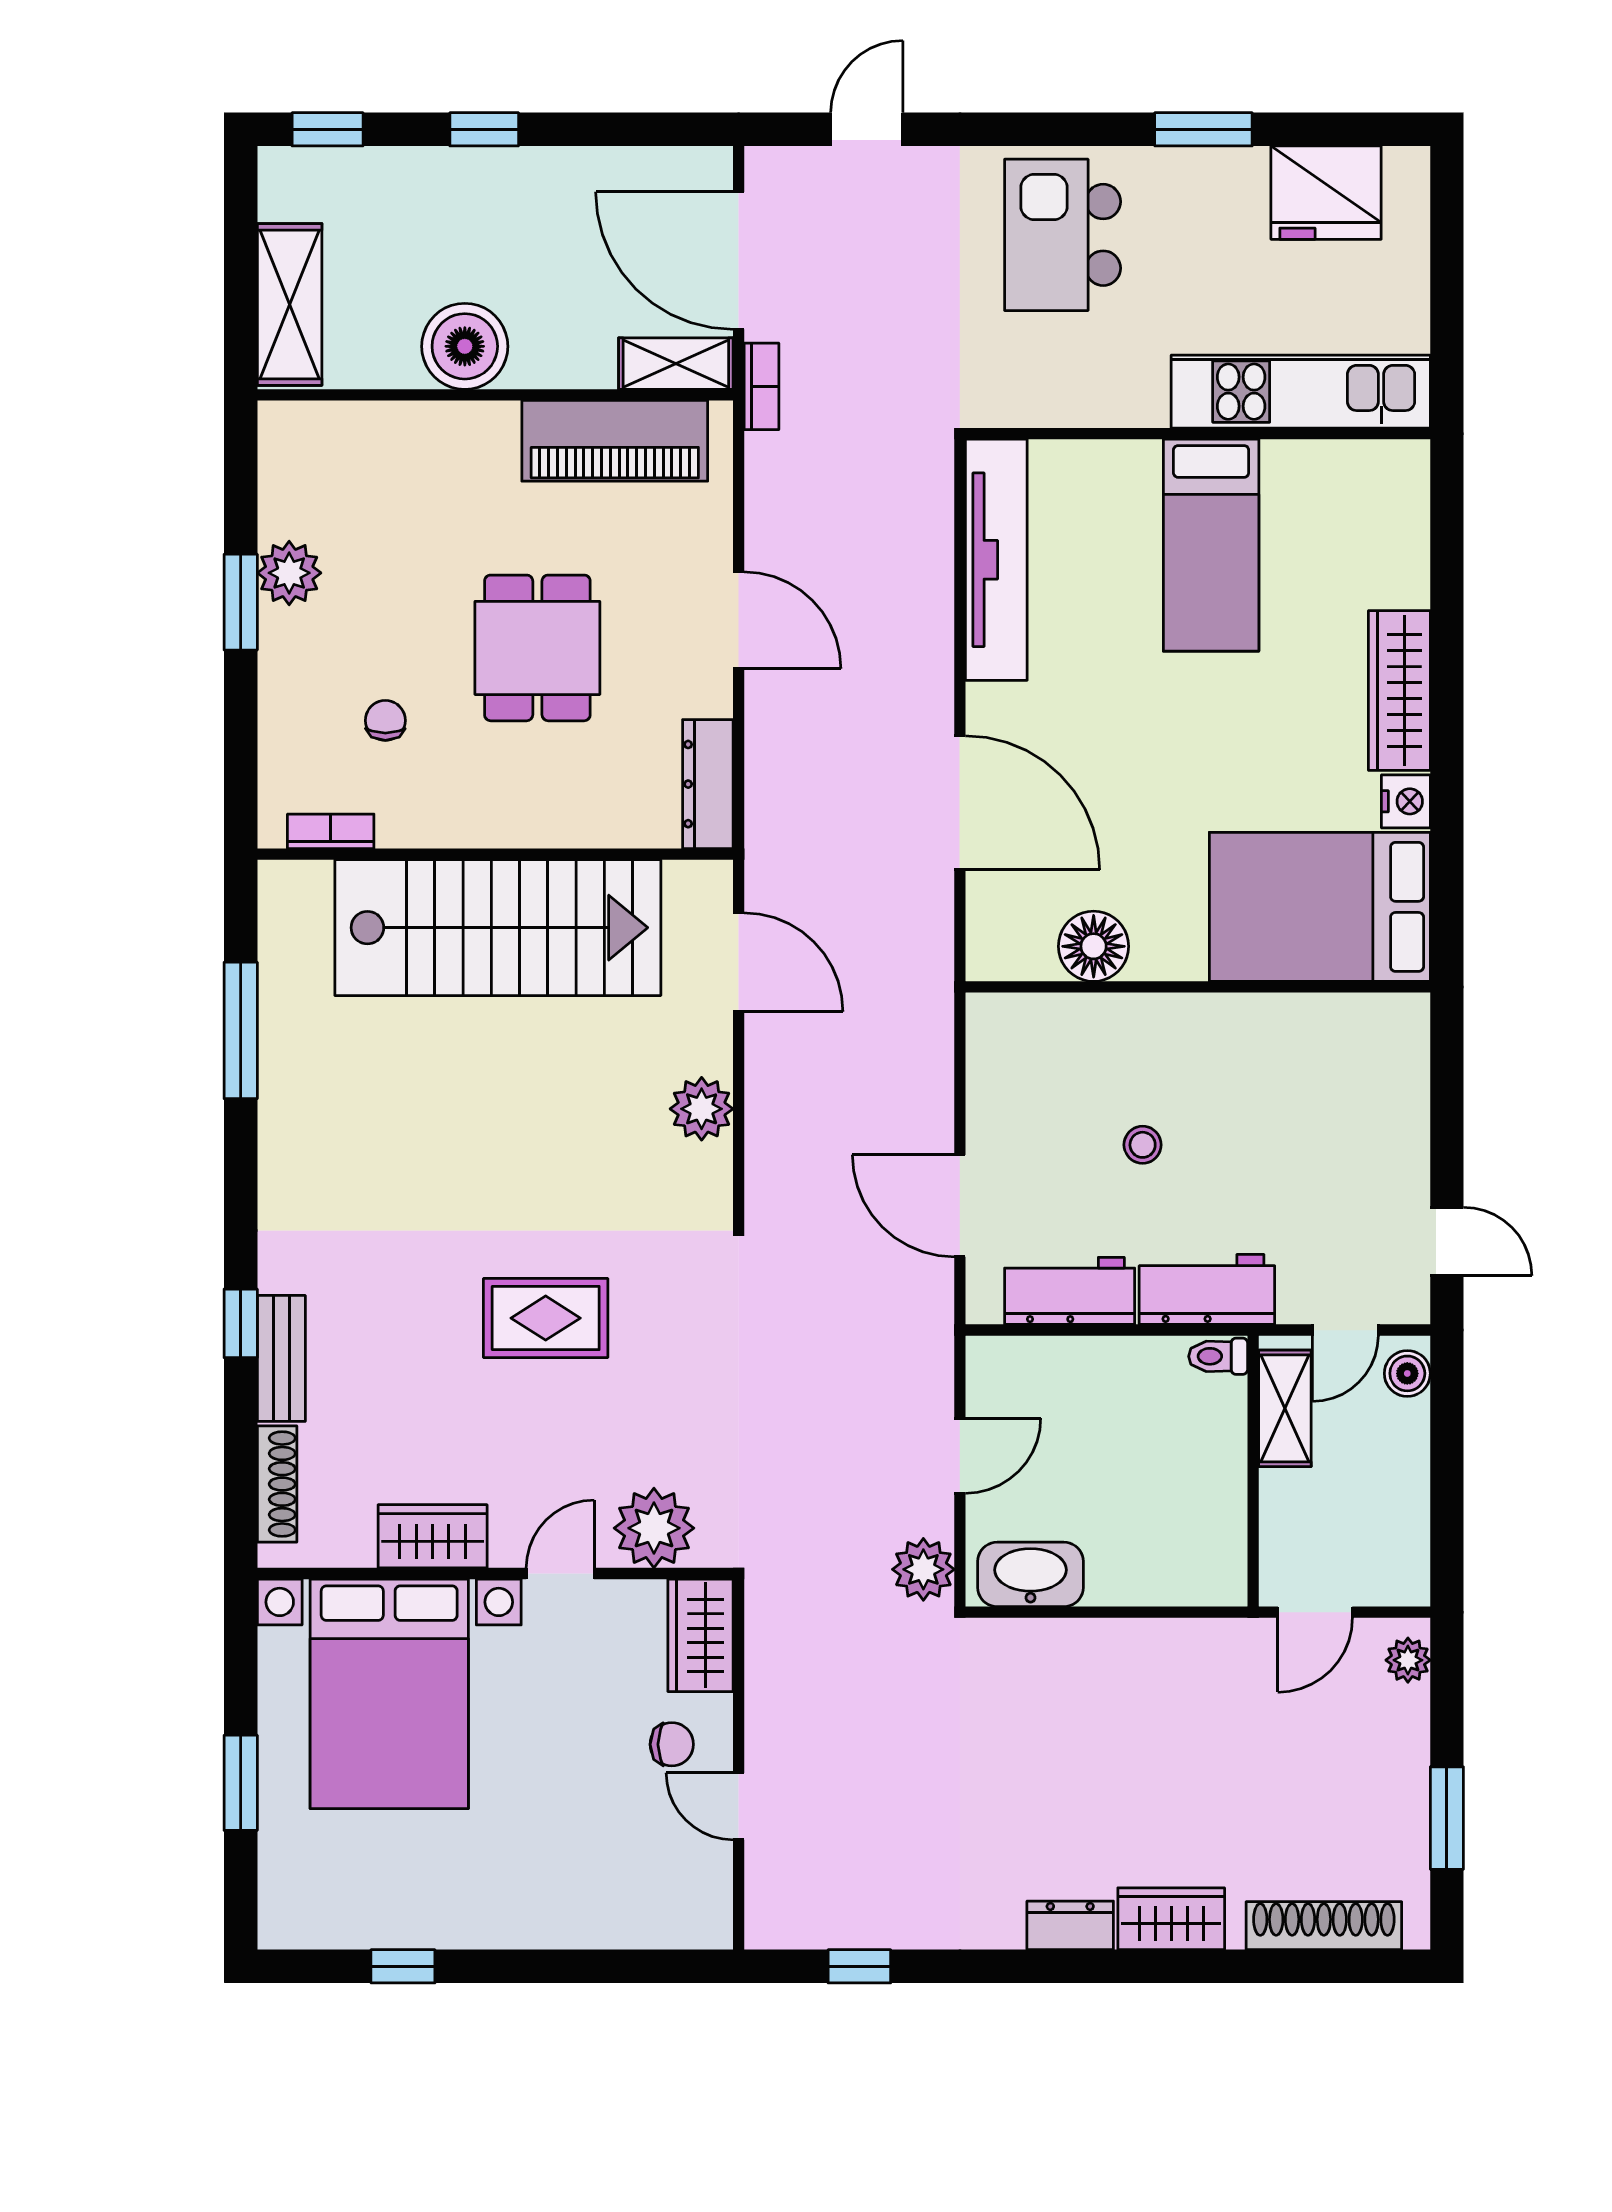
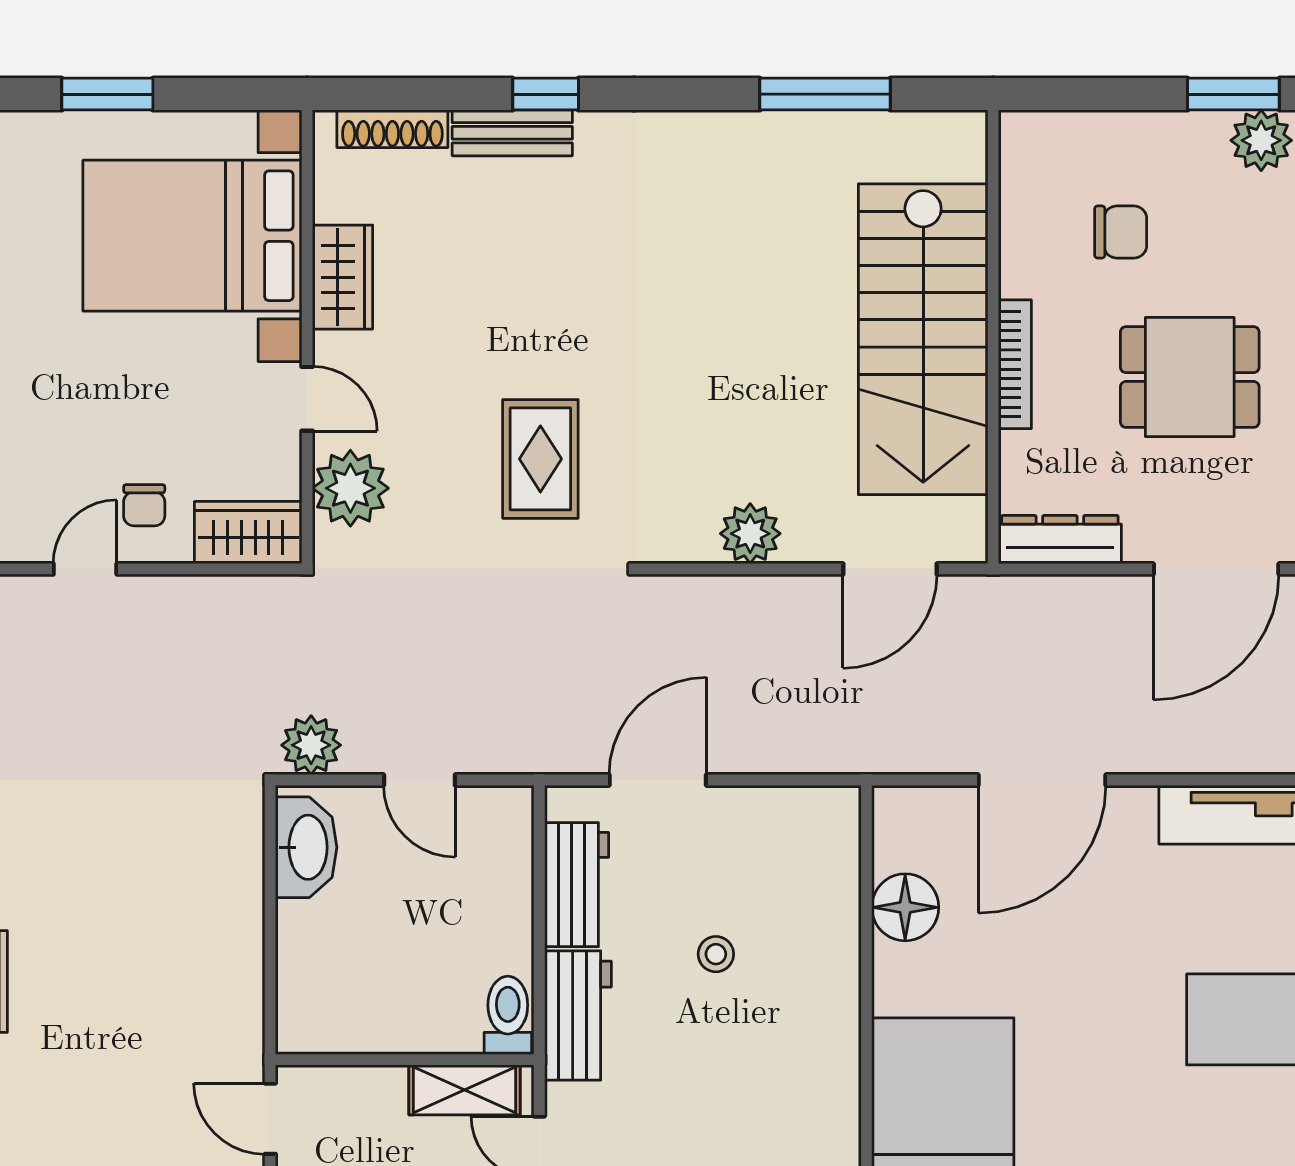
door: (739, 620) -> (1216, 569), width x1.36
chair: (385, 720) -> (1121, 232), width x1.37, depth x1.37
bookcase: (331, 831) -> (1015, 364), moved, width x1.56
rug: (546, 1318) -> (540, 459), moved
toilet: (1218, 1356) -> (508, 1015), width x1.37, depth x1.39

